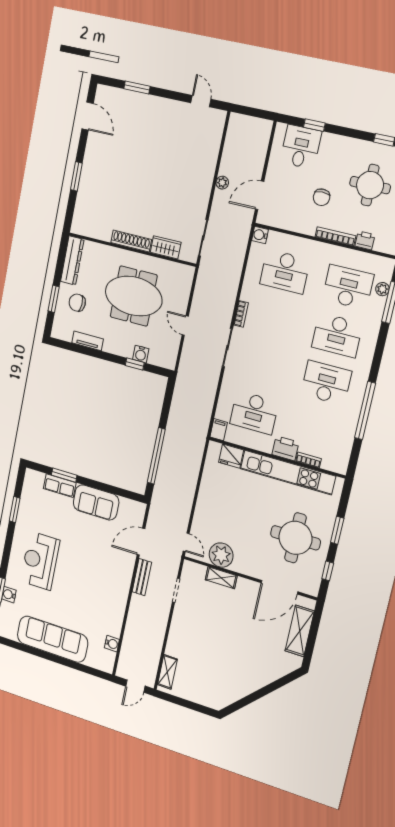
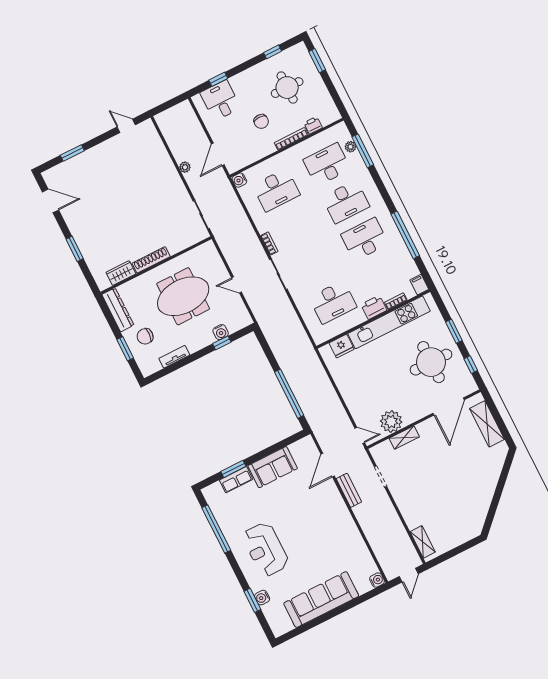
wardrobe: (166, 247) -> (121, 273), moved
filing cabinet: (219, 430) -> (419, 285), moved
window: (15, 510) -> (216, 529), width x2.11
water cooler: (112, 644) -> (377, 580), moved

